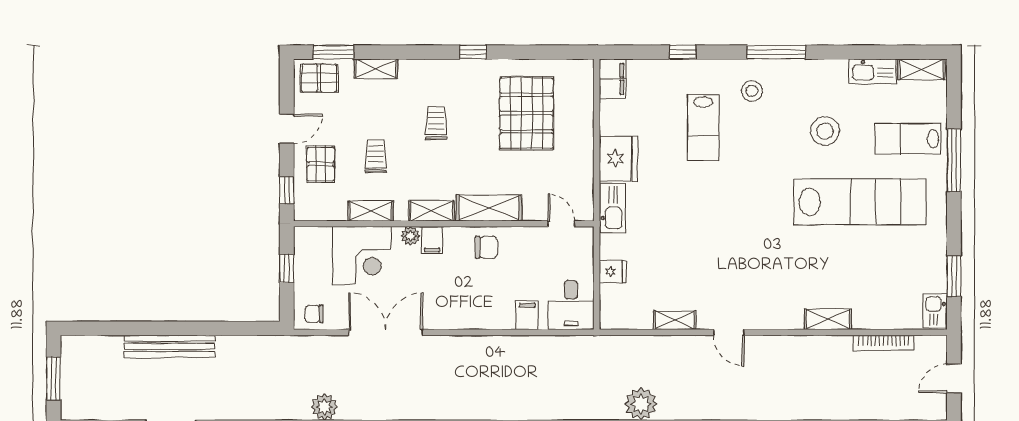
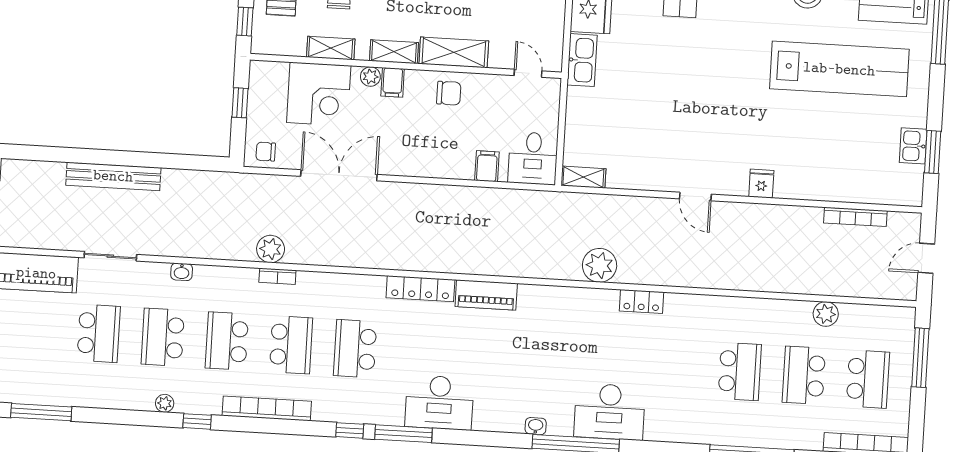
fridge: (613, 272) -> (761, 184), moved, turned -90
kitchen sink: (935, 311) -> (913, 146), moved
shelving: (828, 319) -> (799, 189), removed
shelving: (675, 320) -> (583, 177), moved

